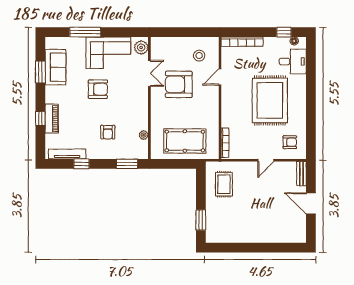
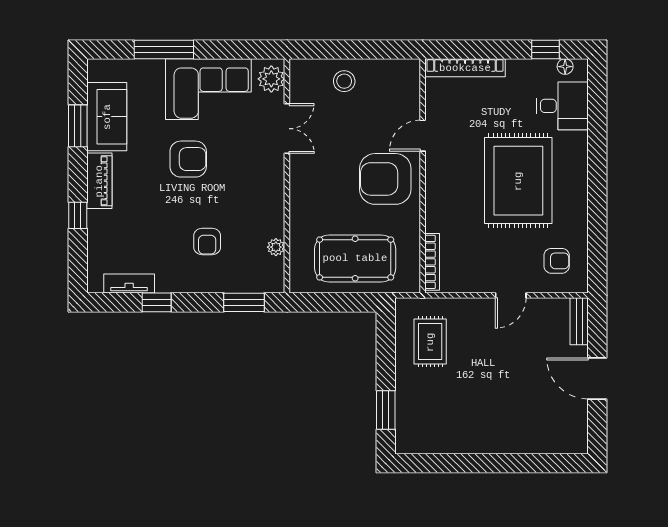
stool: (199, 56) -> (344, 81), moved
armchair: (179, 84) -> (385, 179), moved
piano: (52, 119) -> (99, 181), moved
tv unit: (67, 154) -> (129, 283), width x0.71

